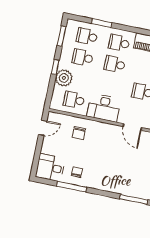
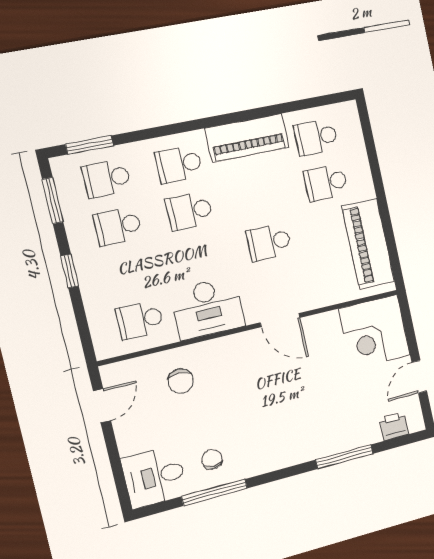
window: (102, 23) -> (89, 145), moved
plant: (64, 78) -> (98, 285), removed

